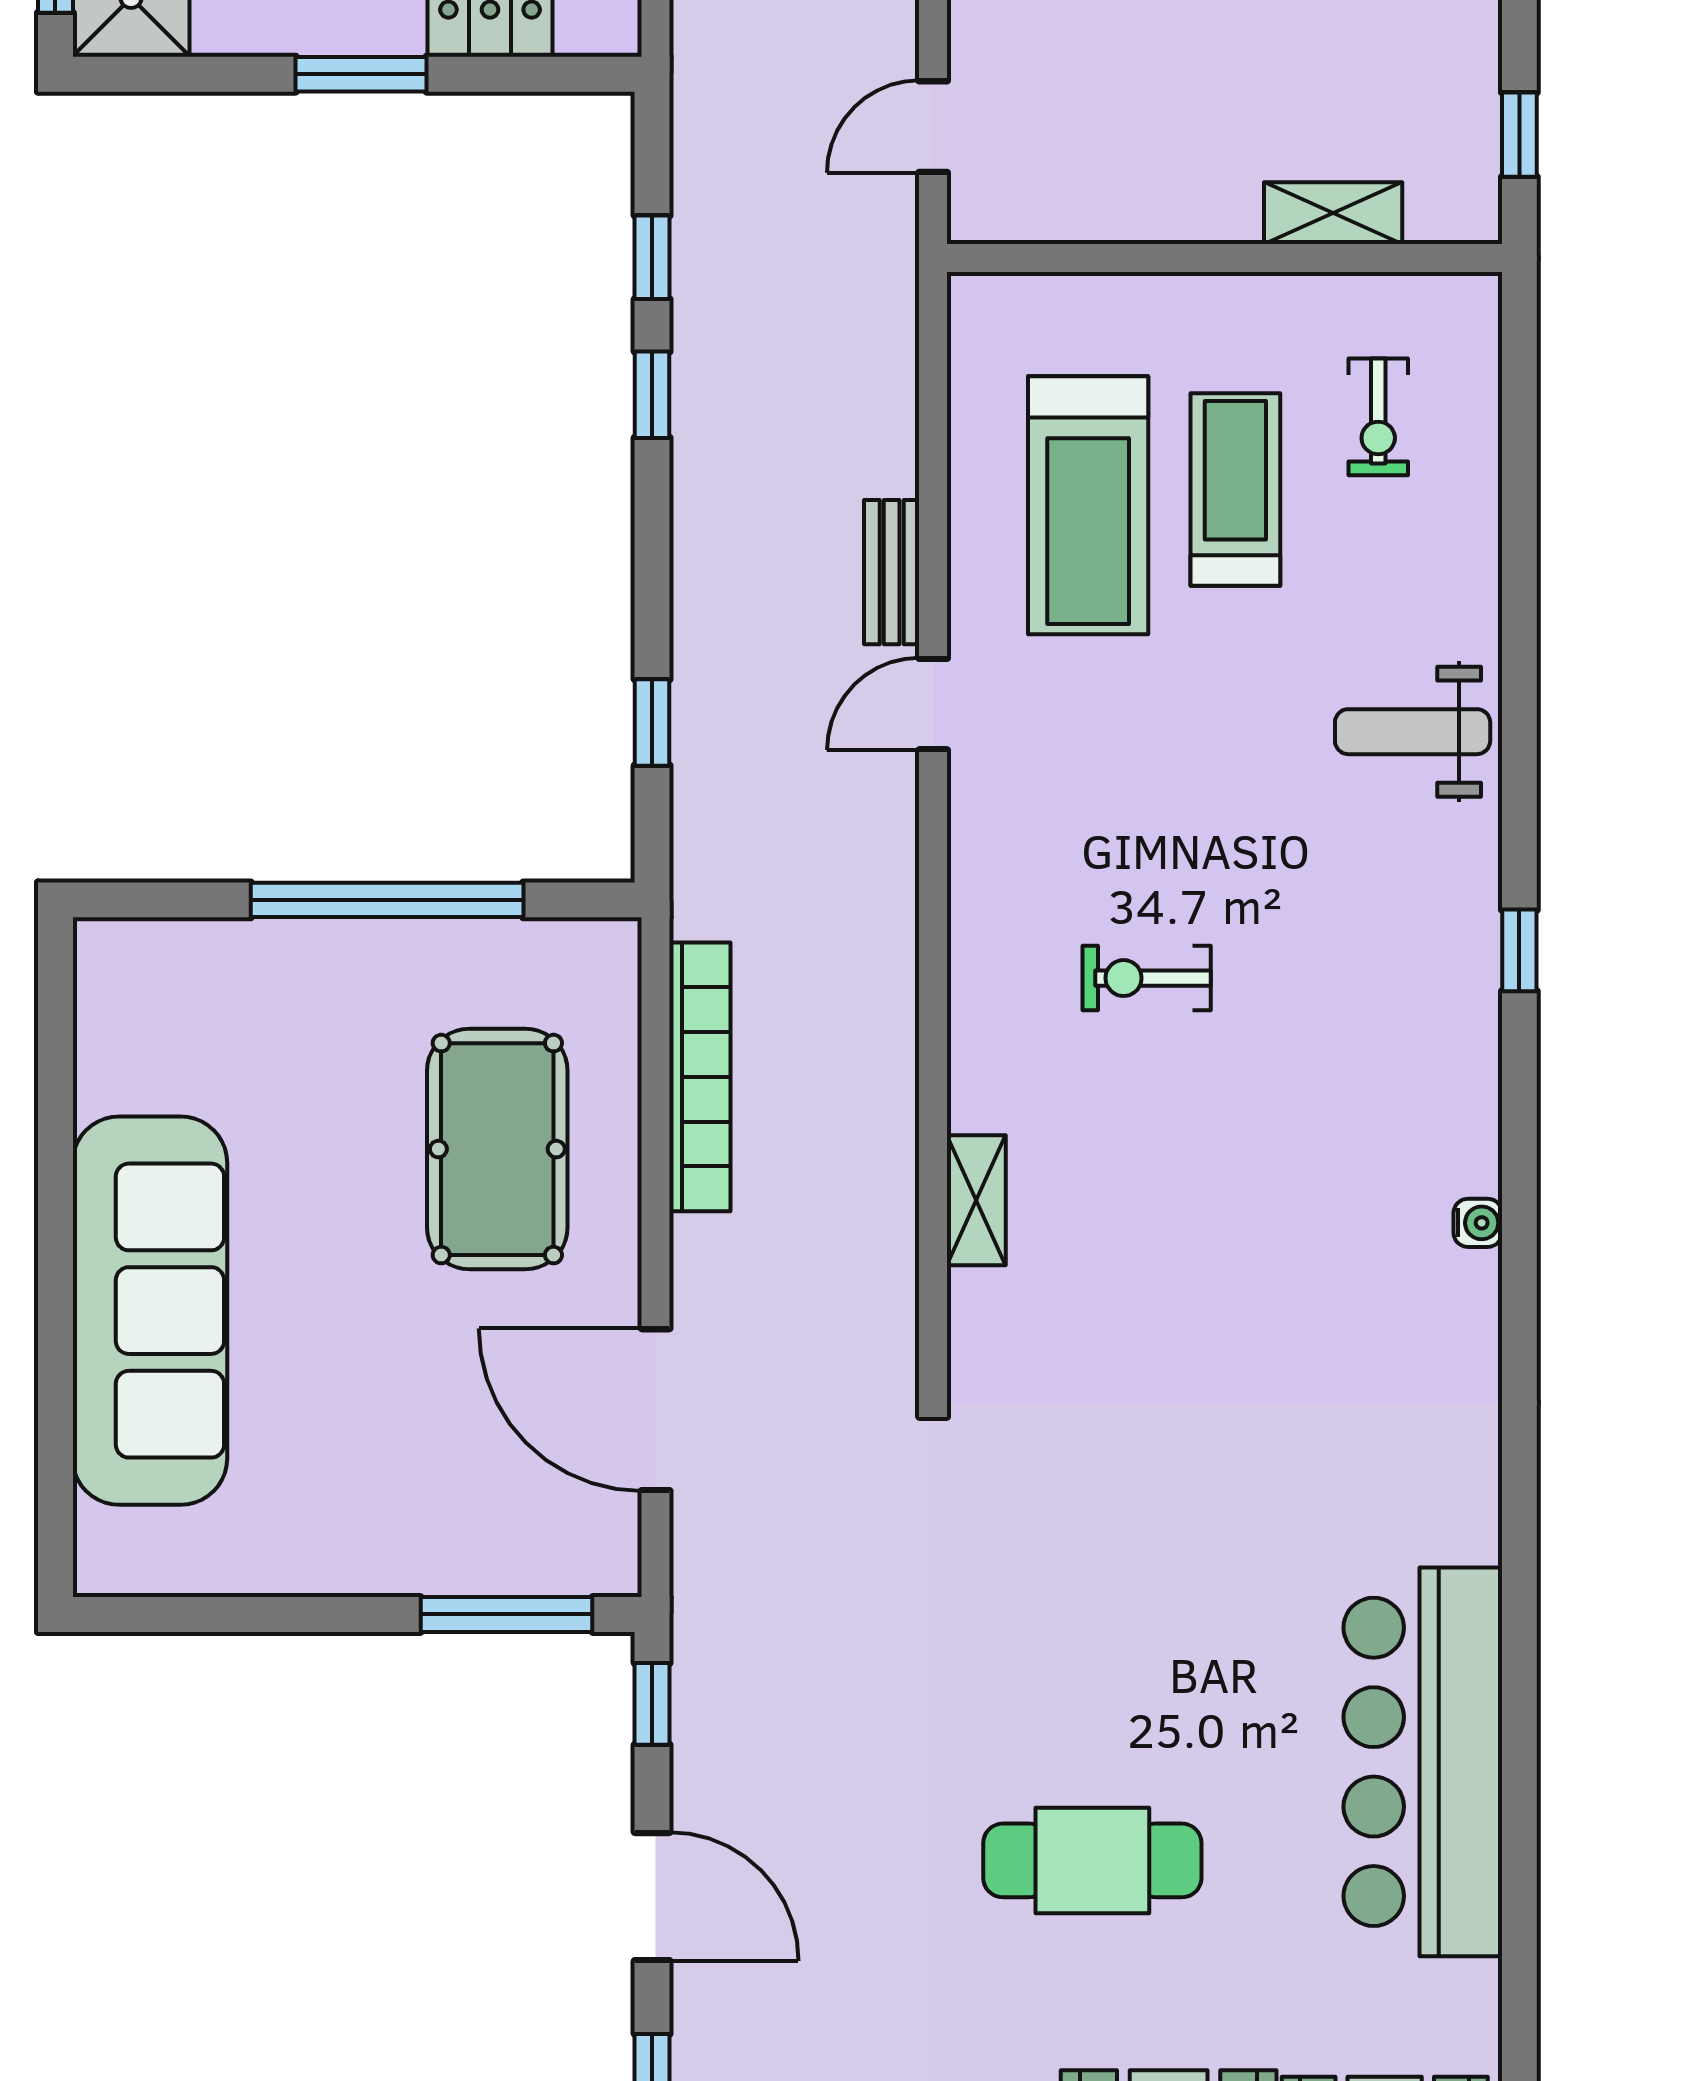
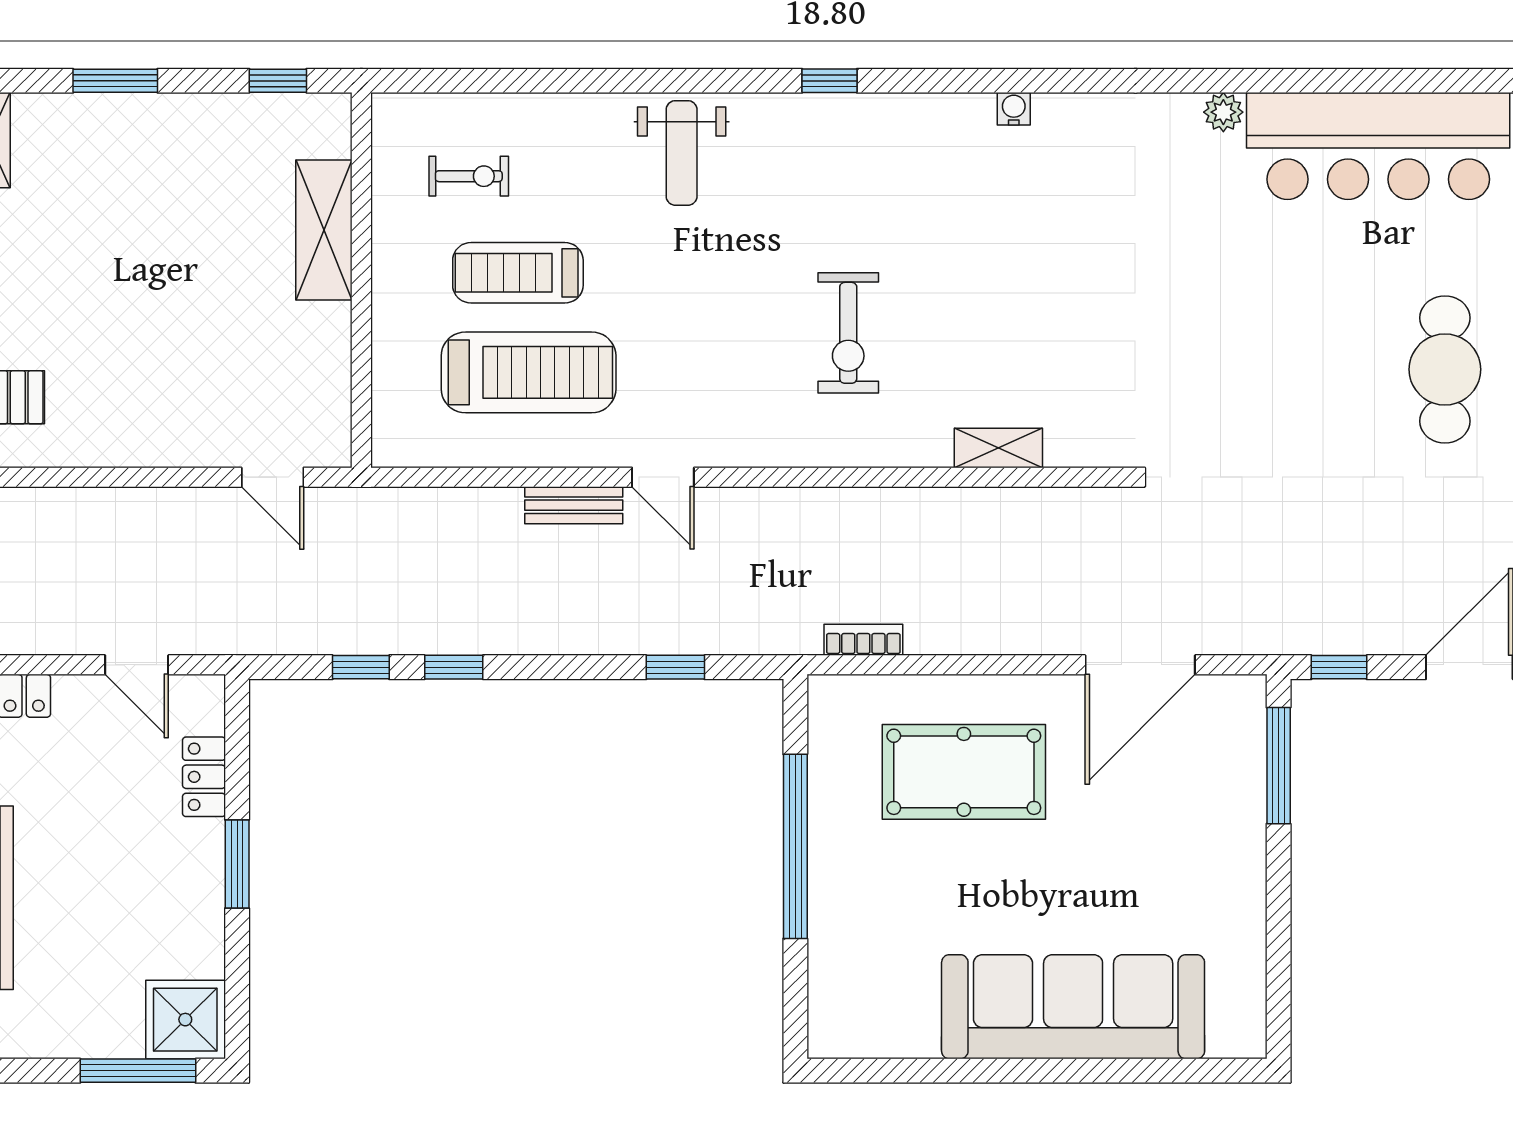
shelving: (1333, 213) -> (324, 230), width x1.50, depth x1.33
exercise bike: (1147, 978) -> (848, 333), width x1.38, depth x1.39
bookcase: (700, 1077) -> (863, 640), width x0.43, depth x0.76
plant: (1473, 1533) -> (1223, 112), added

